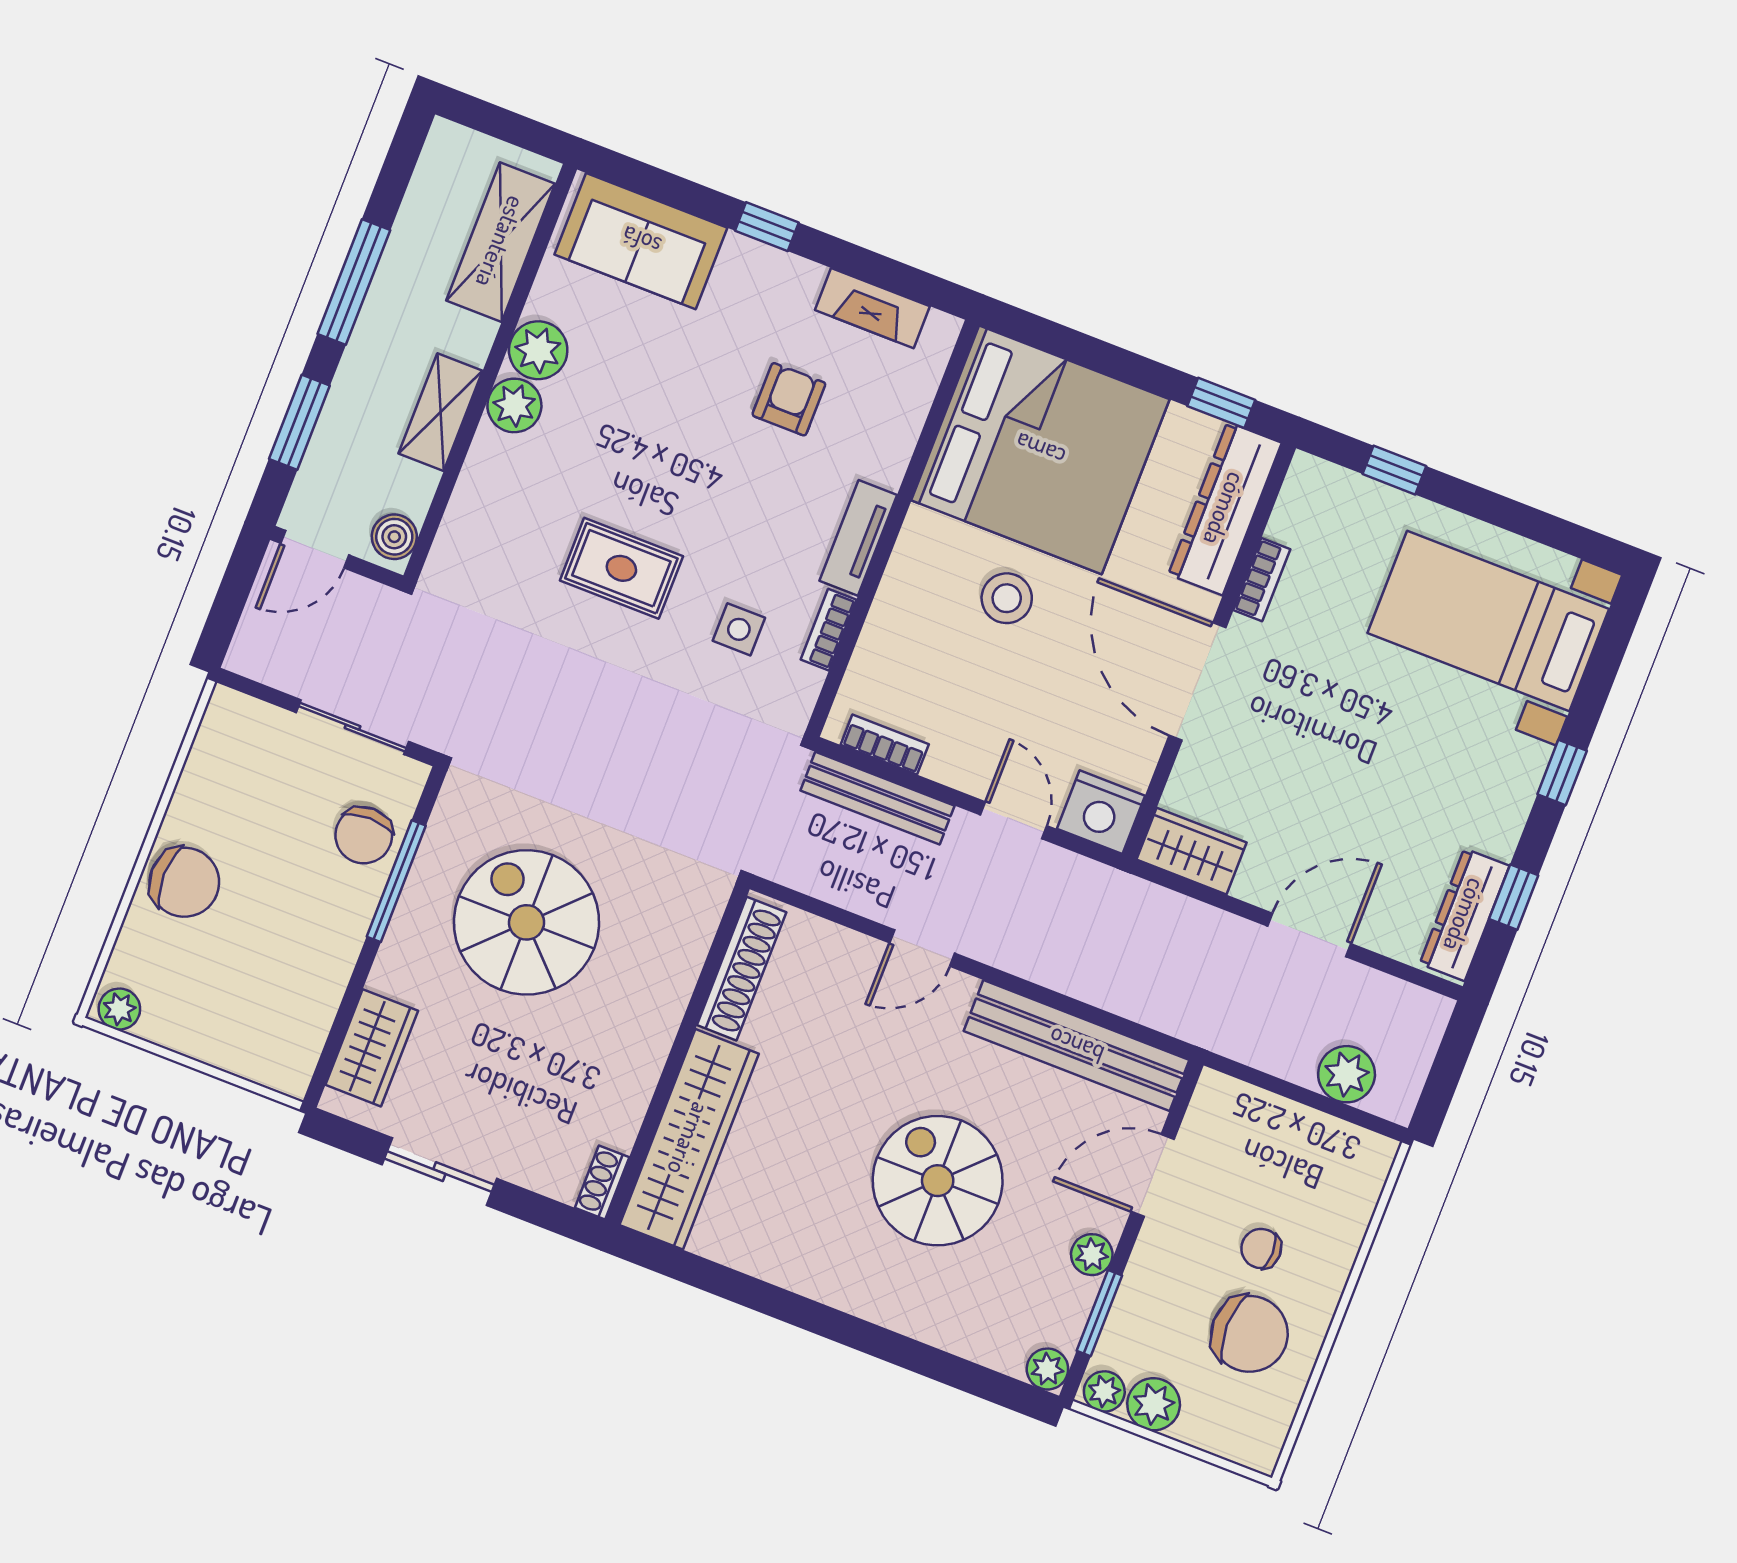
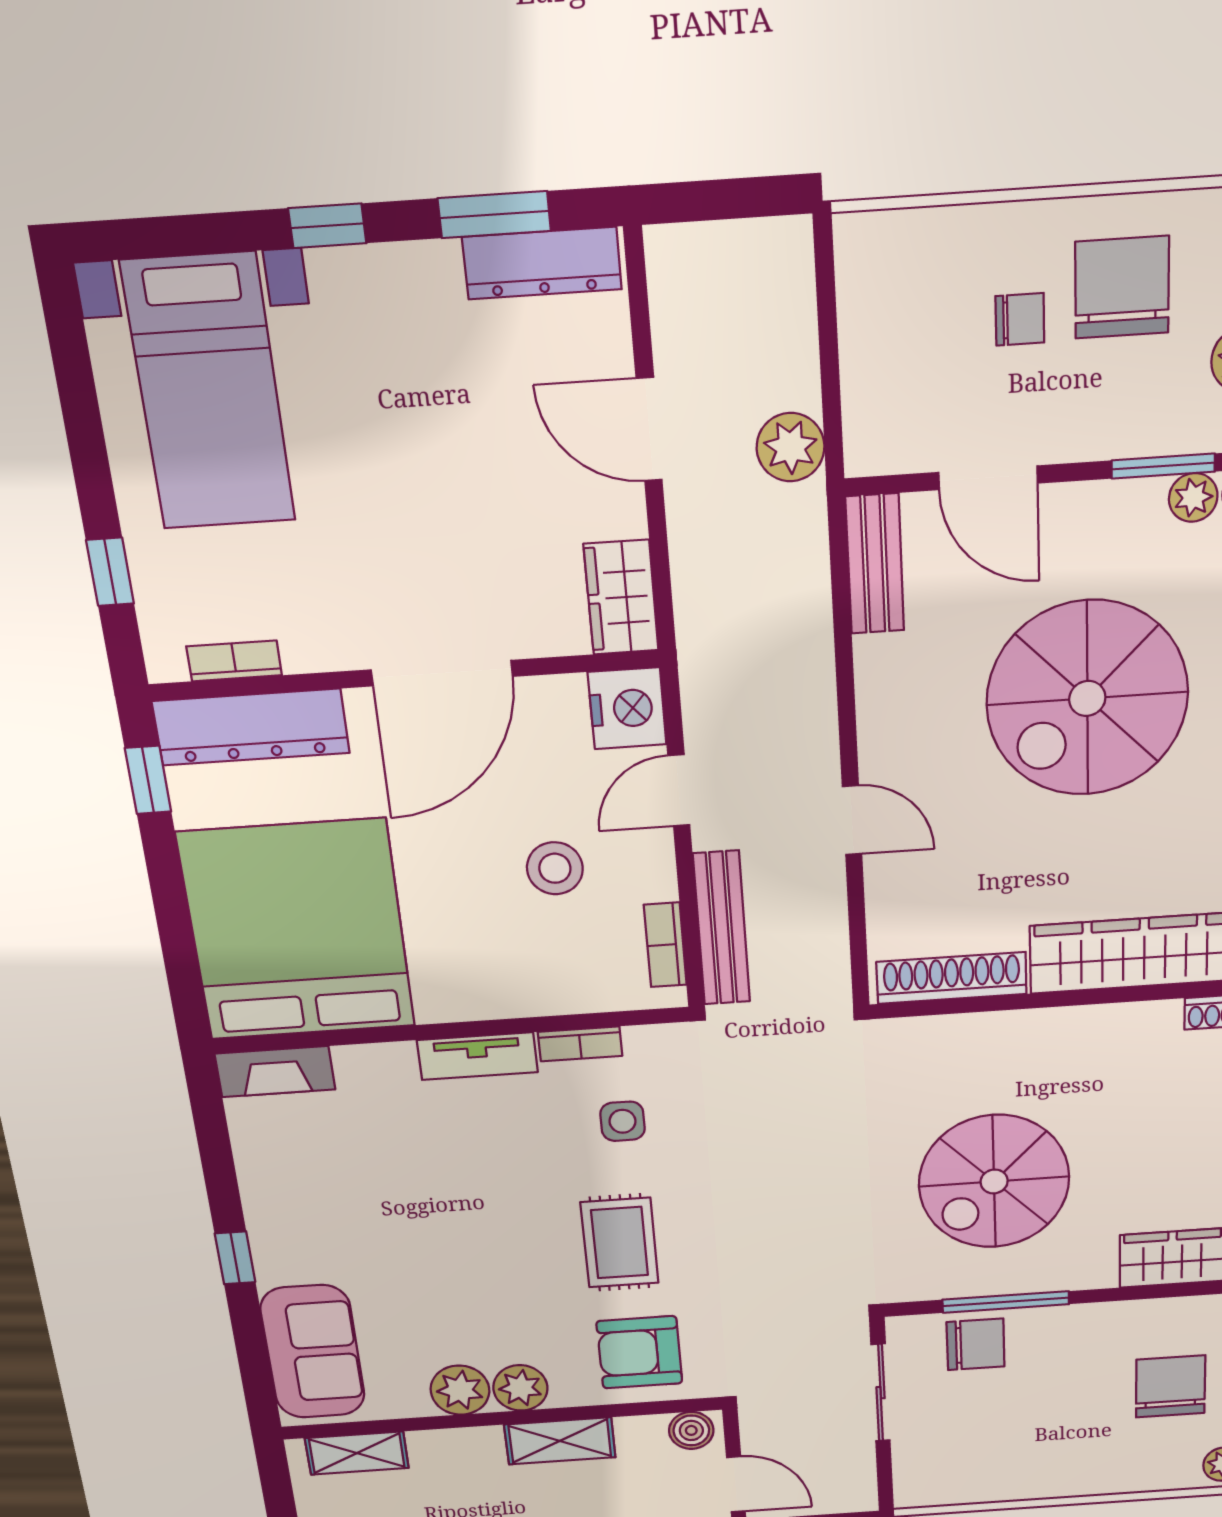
shelving: (501, 242) -> (357, 1453), width x0.67, depth x0.75
fireplace: (872, 308) -> (275, 1072), moved, turned 90
armchair: (789, 399) -> (639, 1352), moved, width x1.38, depth x1.38
bookcase: (1262, 580) -> (234, 661), moved
stool: (1007, 598) -> (555, 868), moved
chair: (184, 882) -> (1171, 1386), moved
window: (1514, 897) -> (494, 215), width x1.50
bench: (1076, 1046) -> (875, 564), width x0.54, depth x0.82
plant: (1347, 1074) -> (791, 447), moved
spiral stairs: (938, 1181) -> (1087, 698), width x1.37, depth x1.37
chair: (1261, 1249) -> (1020, 319), turned -90
plant: (1092, 1255) -> (1193, 497), moved

